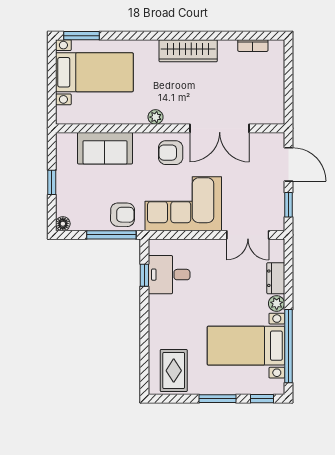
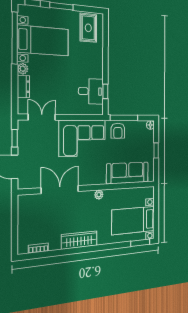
sofa: (105, 148) -> (128, 173), width x1.36
armchair: (171, 153) -> (90, 172), removed
armchair: (123, 215) -> (118, 131), turned -91

